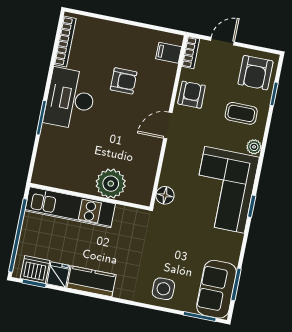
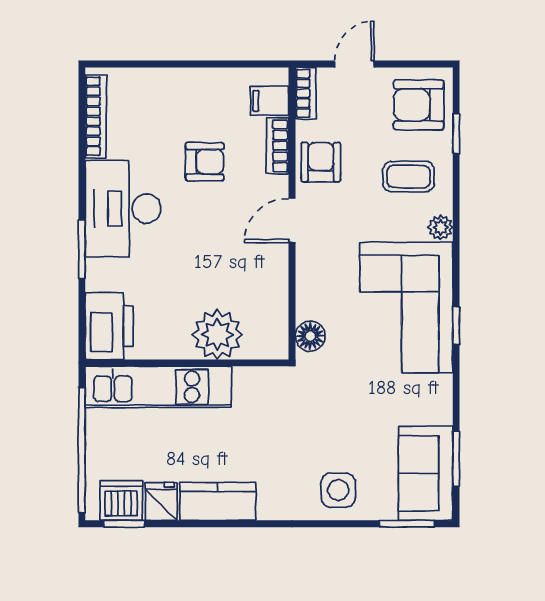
armchair: (255, 73) -> (419, 105), turned 90
bookcase: (168, 80) -> (278, 146), added
printer: (48, 166) -> (109, 326), added

